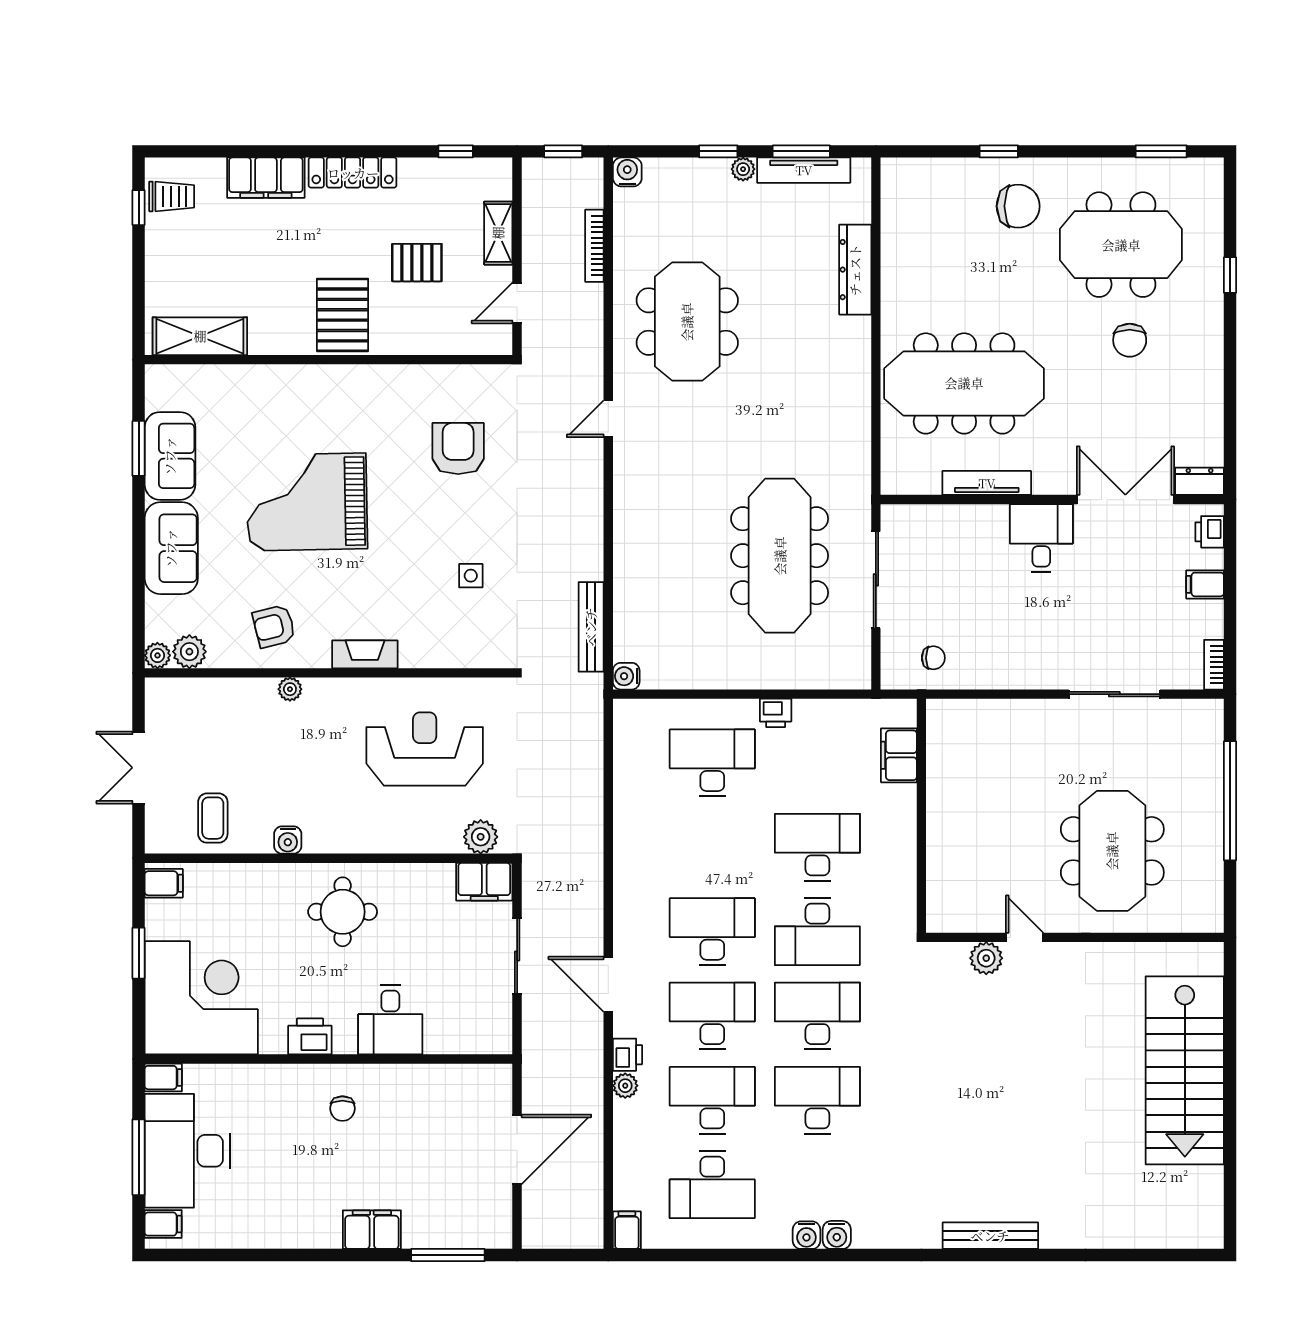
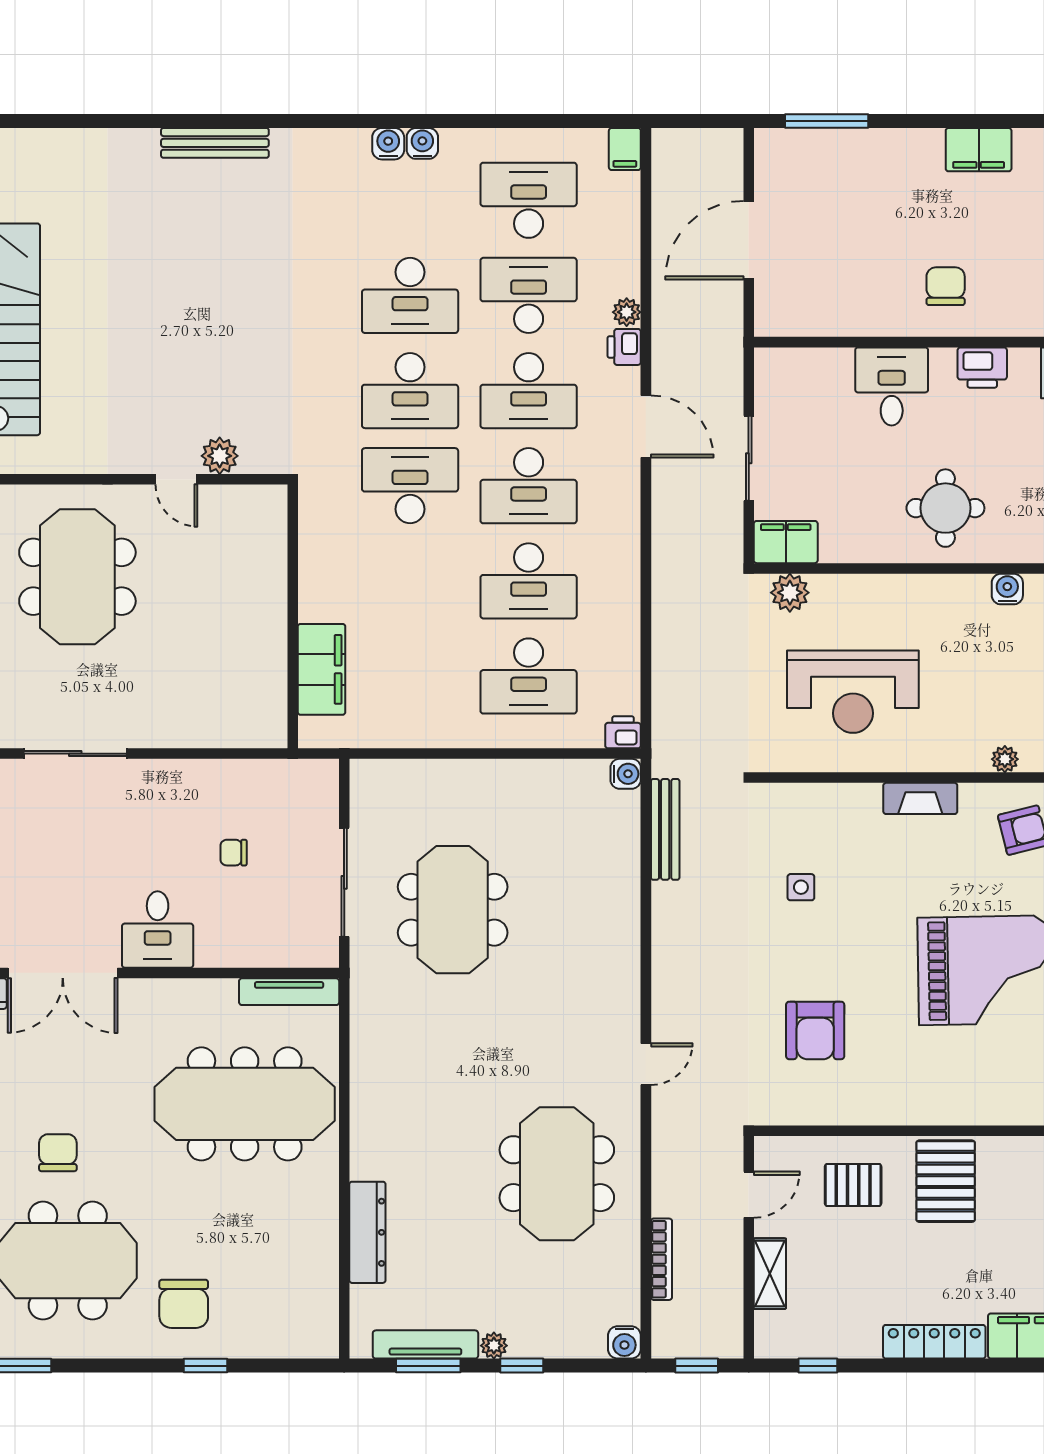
chair: (1018, 206) -> (184, 1304), turned -90
pallet: (417, 263) -> (853, 1185), moved
tv unit: (987, 483) -> (289, 992), moved
meeting table: (780, 556) -> (453, 910), width x0.73
chair: (933, 658) -> (234, 853), moved
printer: (776, 713) -> (623, 732), moved
filing cabinet: (899, 755) -> (322, 669), width x1.50, depth x1.17
desk: (817, 847) -> (529, 581), moved
desk: (712, 1100) -> (529, 295), turned 180
chair: (342, 1109) -> (946, 286), width x1.37, depth x1.37
filing cabinet: (372, 1230) -> (979, 150), moved

